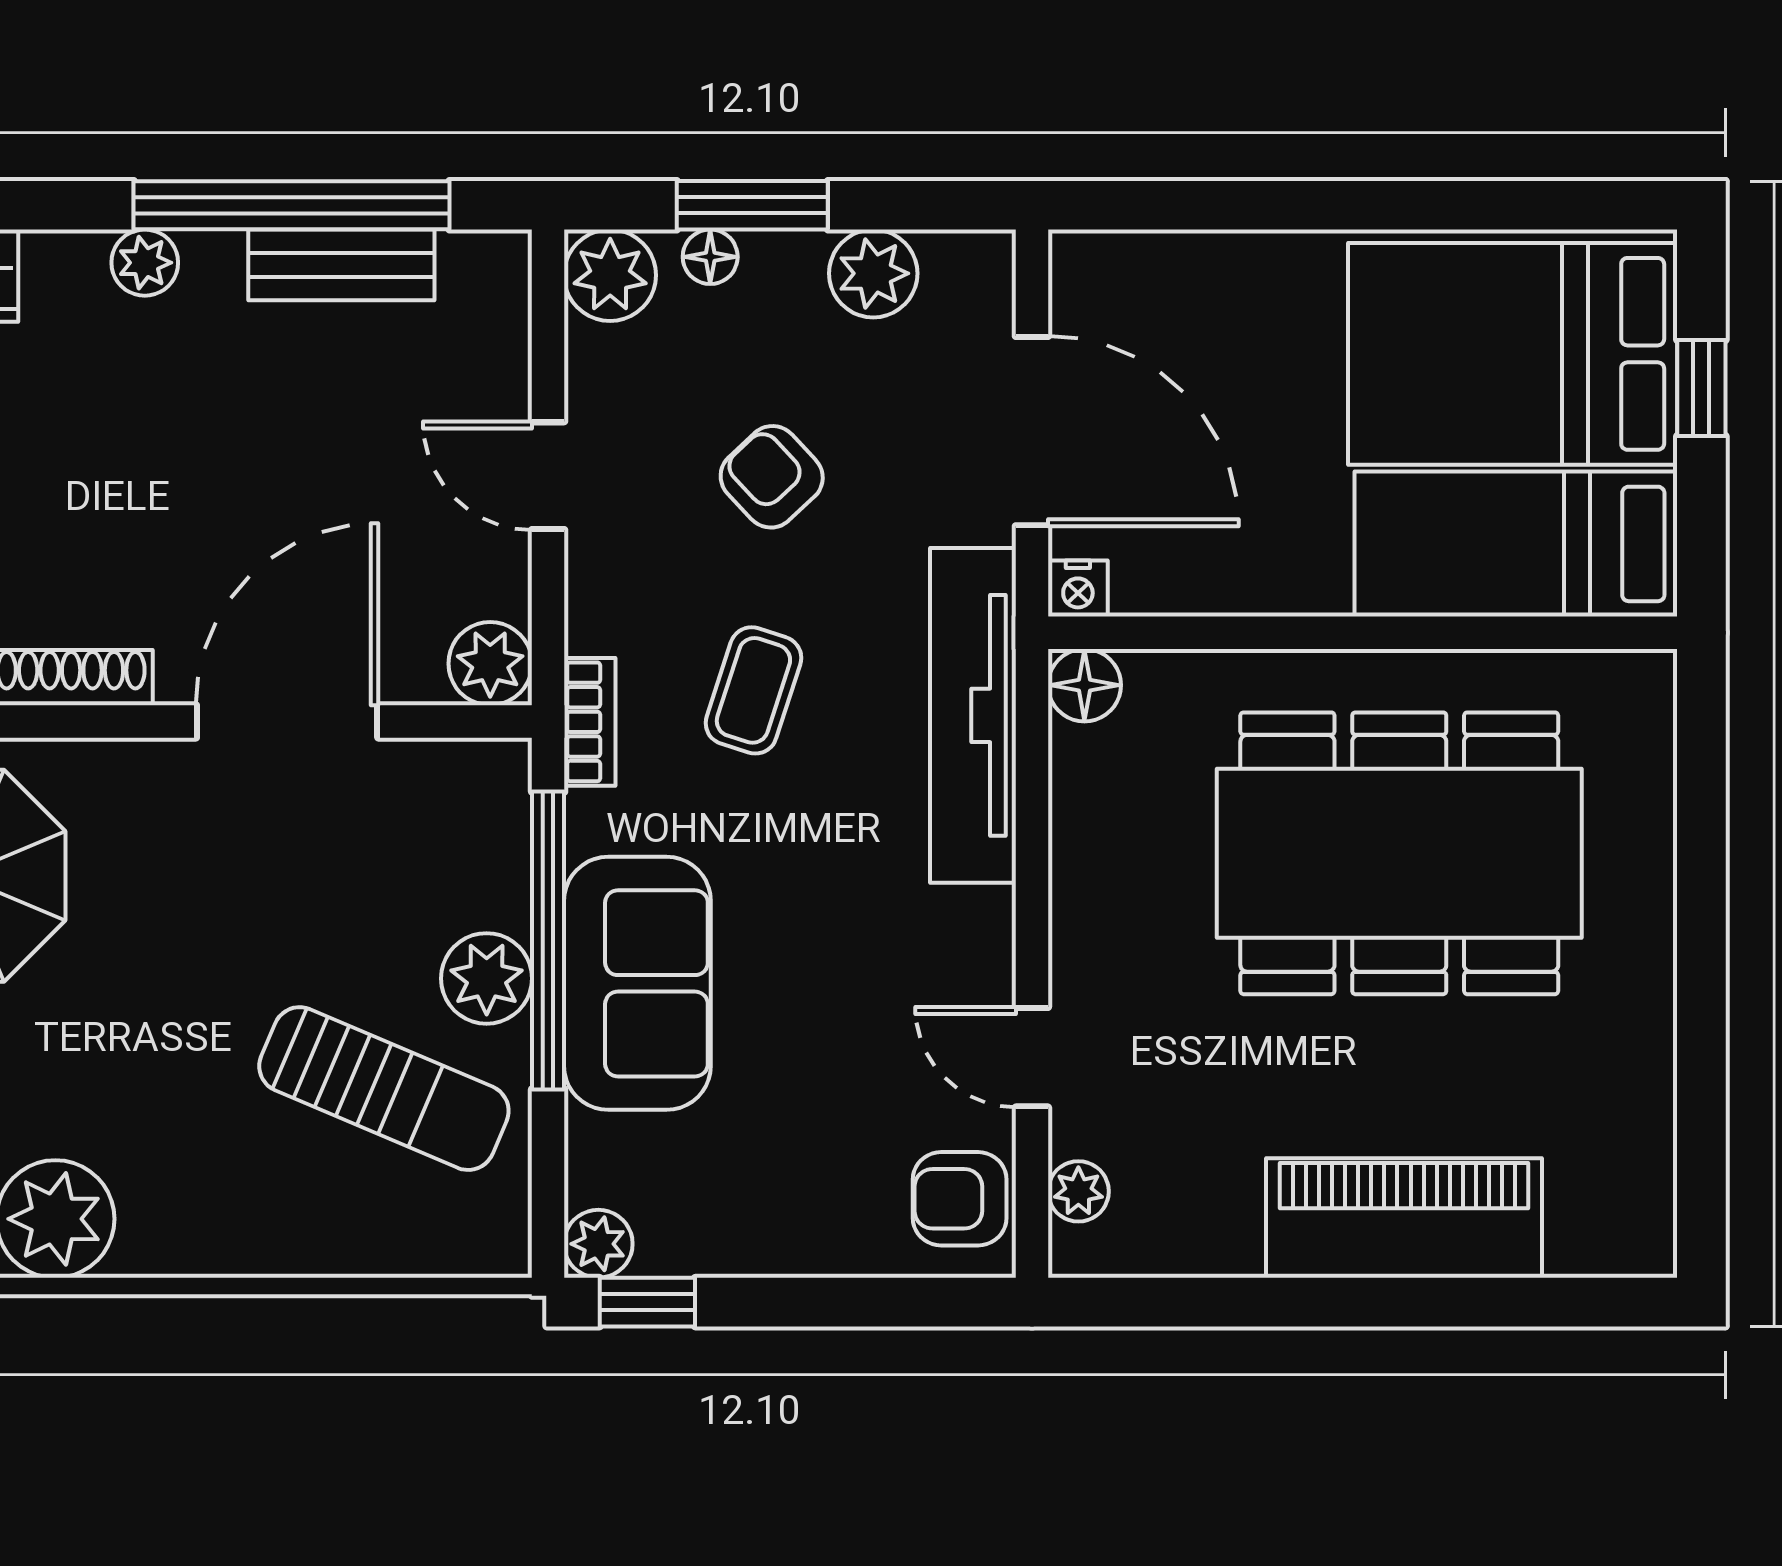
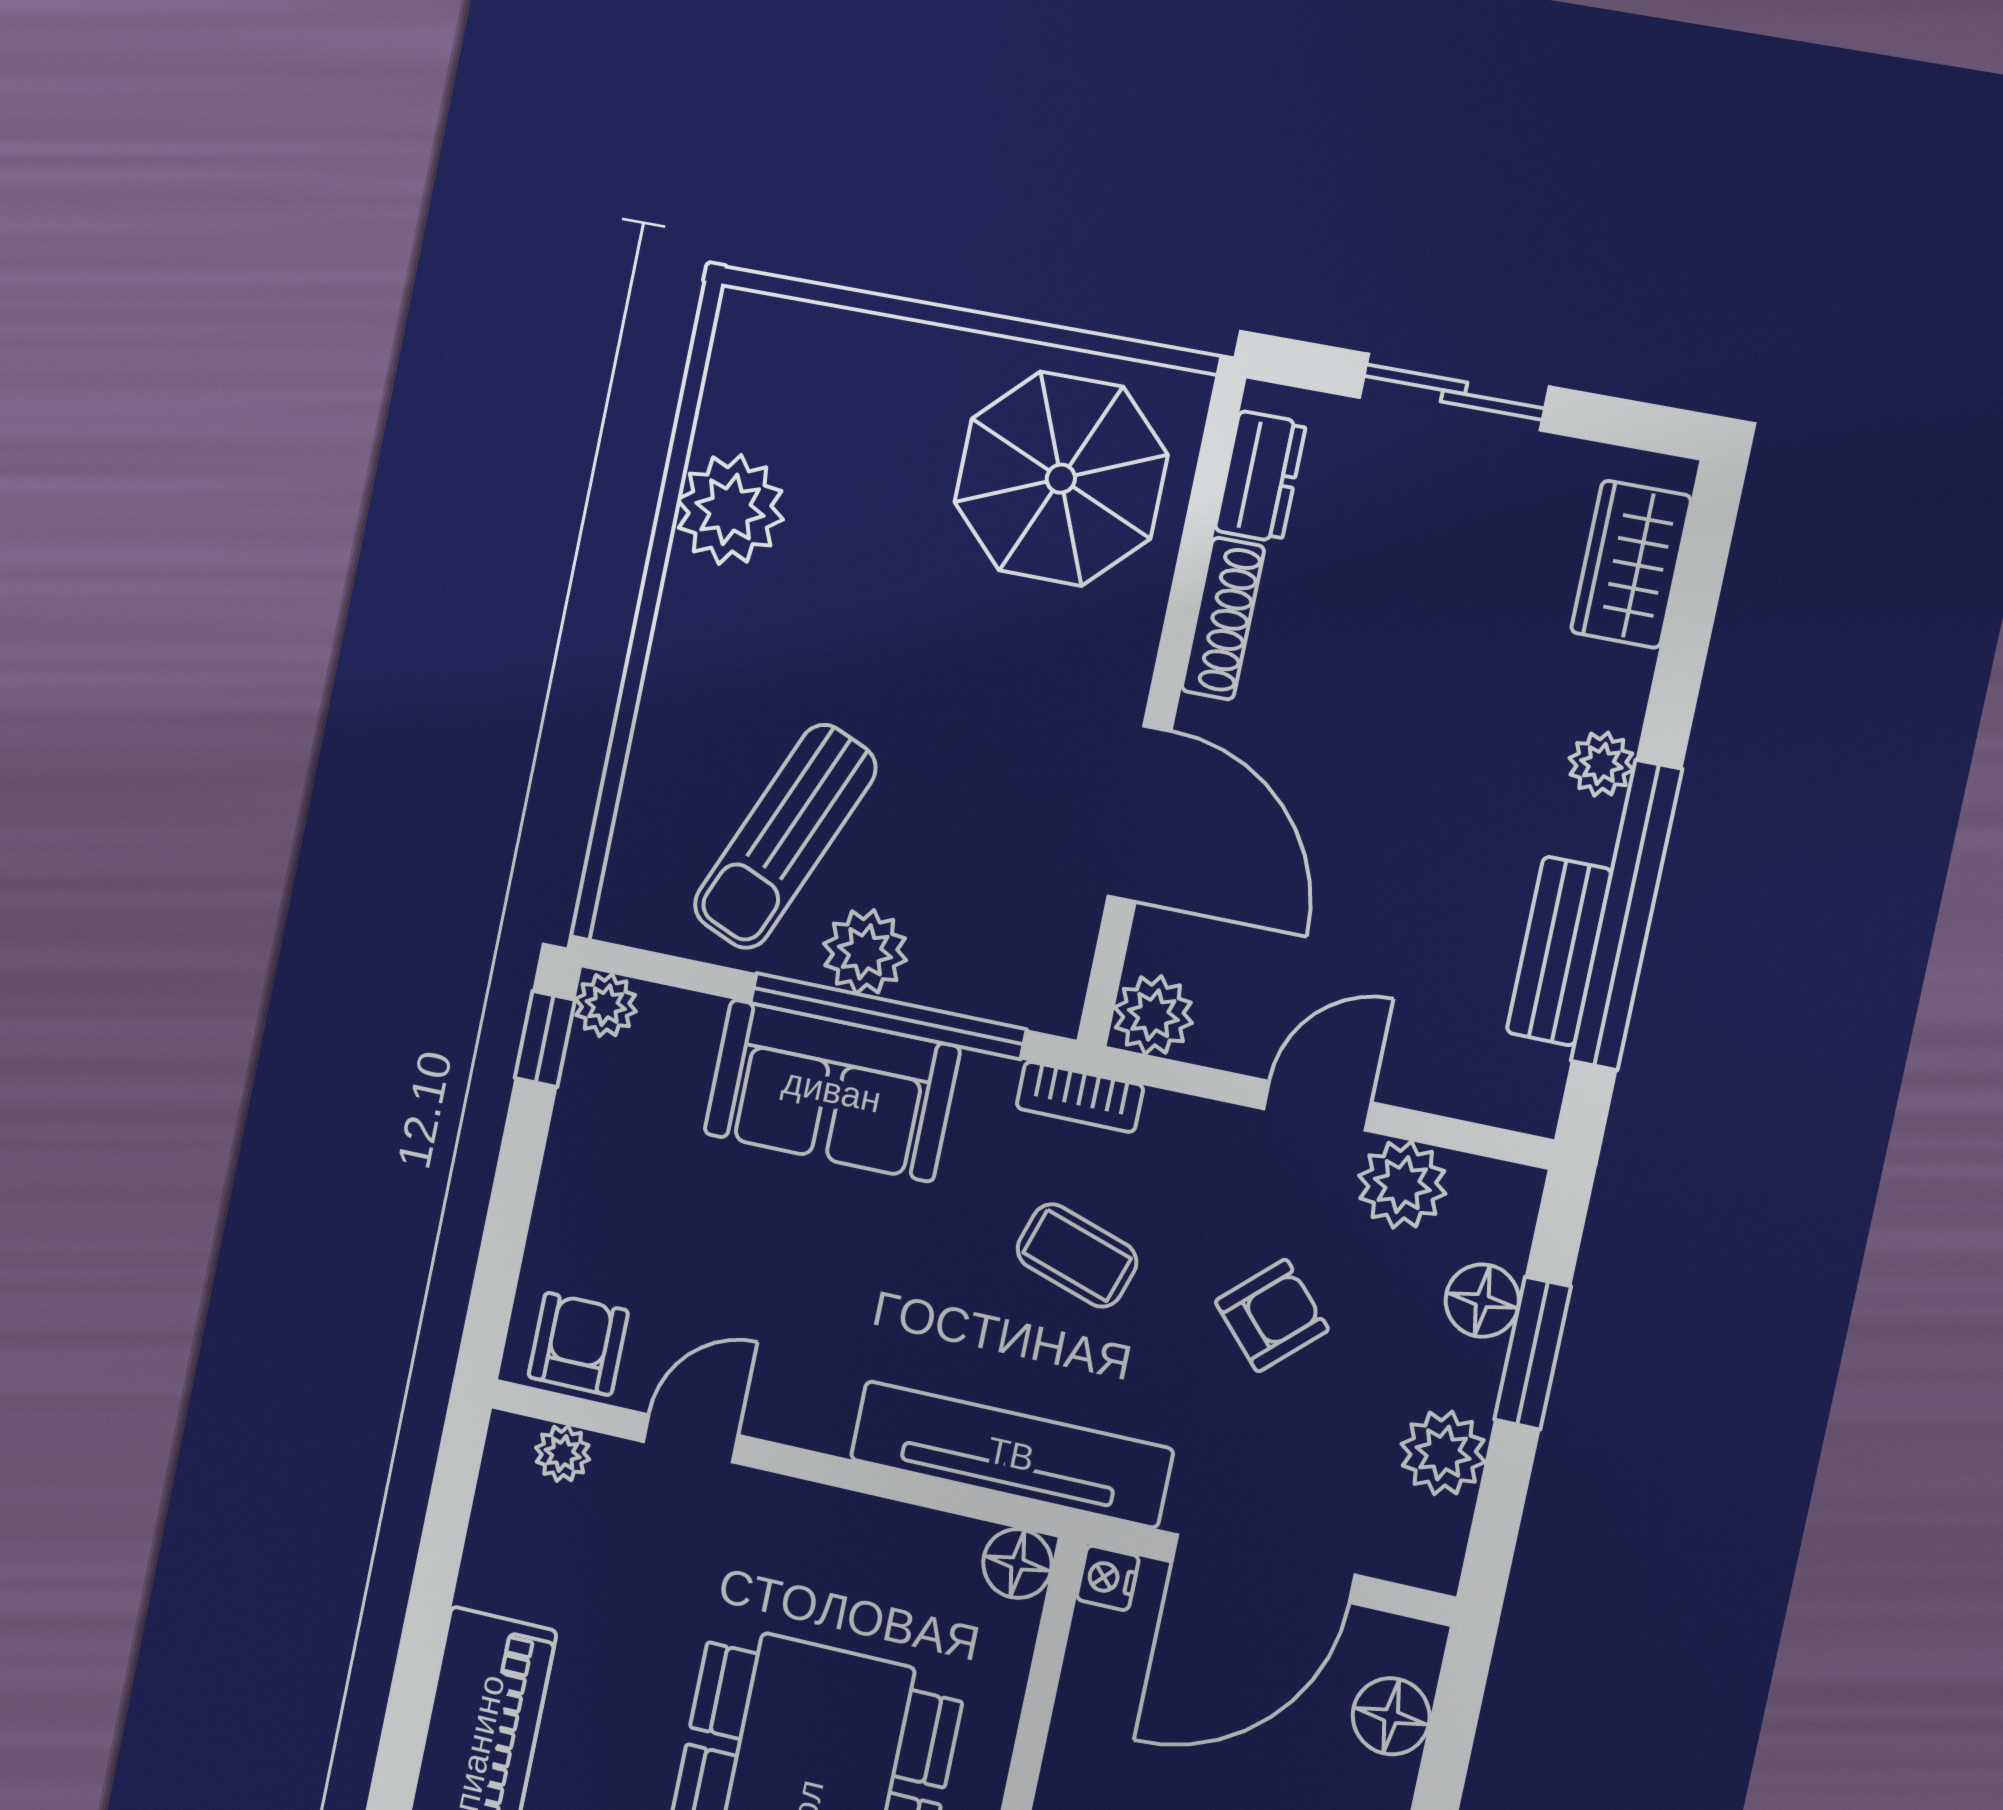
floor lamp: (710, 257) -> (1482, 1301), width x1.37, depth x1.37
floor lamp: (1153, 269) -> (1391, 1716), added
plant: (610, 275) -> (1402, 1185), moved

